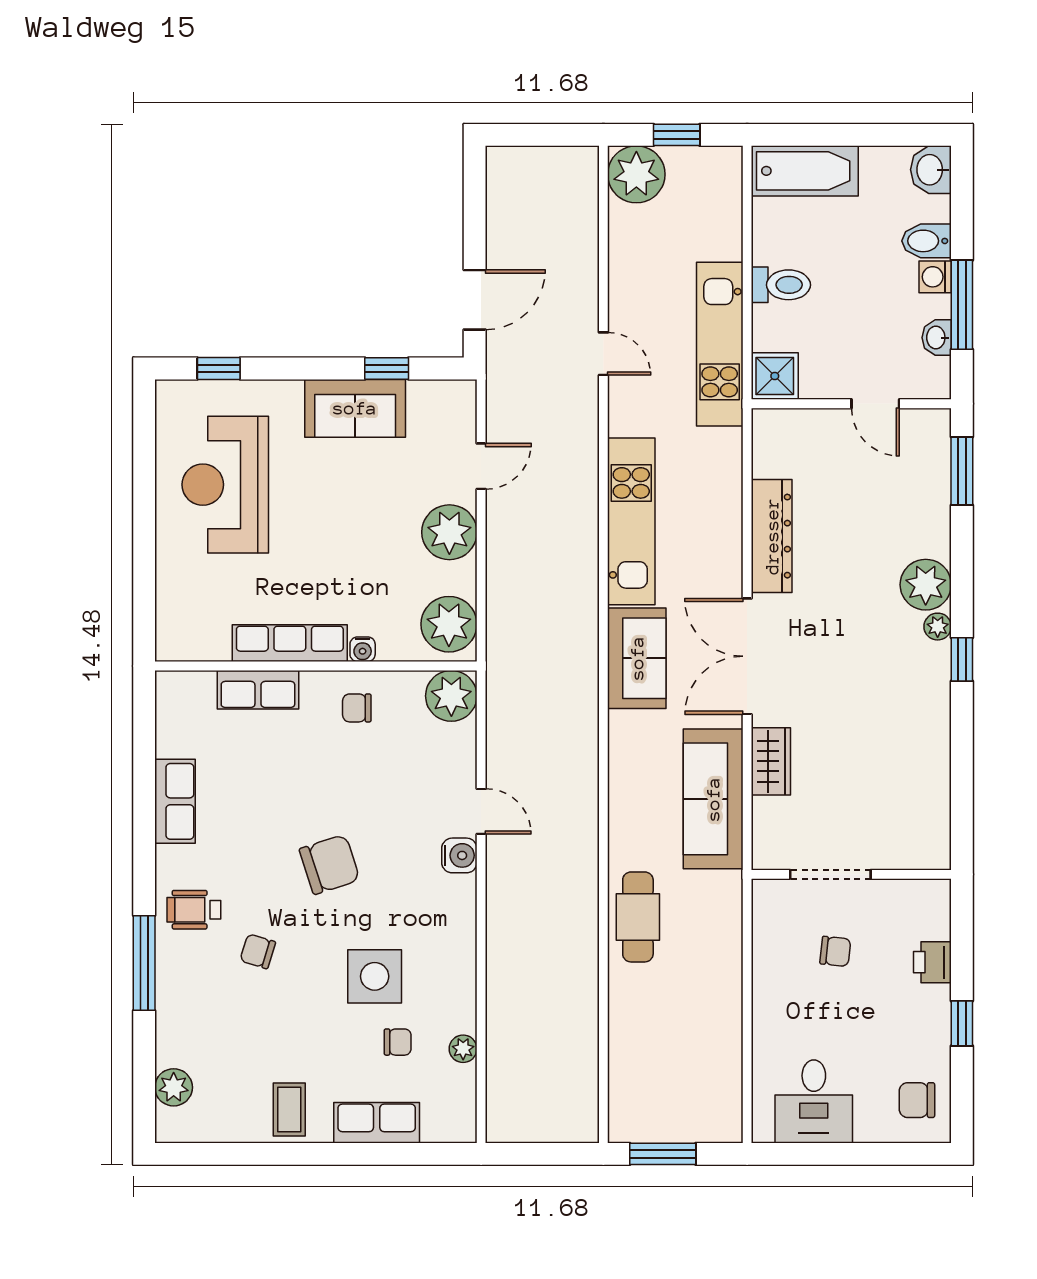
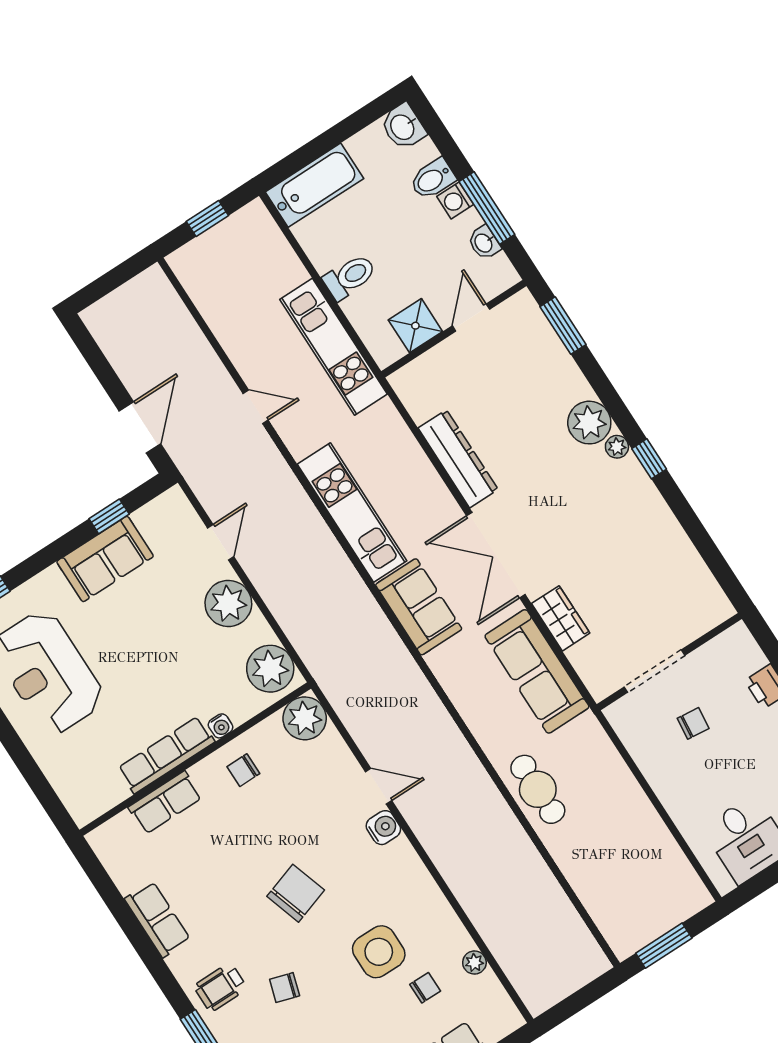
plant: (636, 174) -> (197, 265), removed
shower: (775, 376) -> (415, 326), moved
door: (875, 404) -> (471, 318), swing flipped

